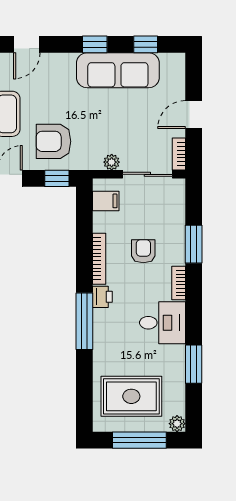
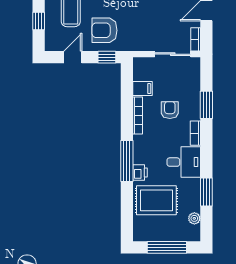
plant: (112, 162) -> (147, 45), removed
filing cabinet: (106, 201) -> (142, 89), moved
printer: (102, 297) -> (140, 173), moved
rug: (131, 396) -> (156, 200), moved
plant: (177, 424) -> (194, 218), moved

